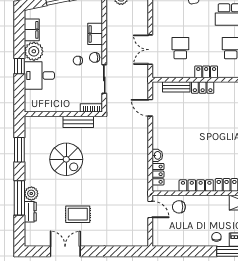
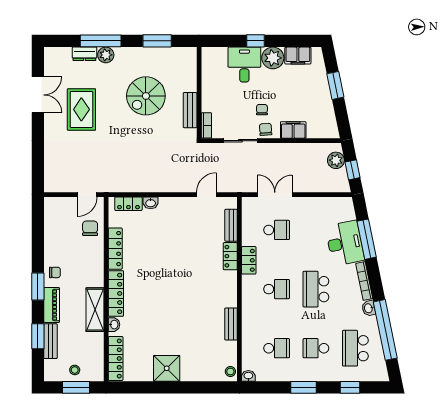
rug: (78, 214) -> (81, 109), width x1.36, depth x1.43

